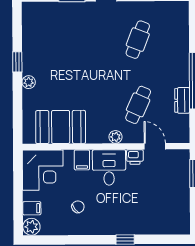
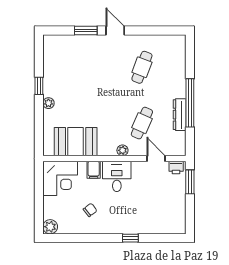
dresser: (182, 100) -> (180, 115), width x1.44
printer: (135, 157) -> (176, 168), moved
filing cabinet: (32, 208) -> (51, 211), removed

